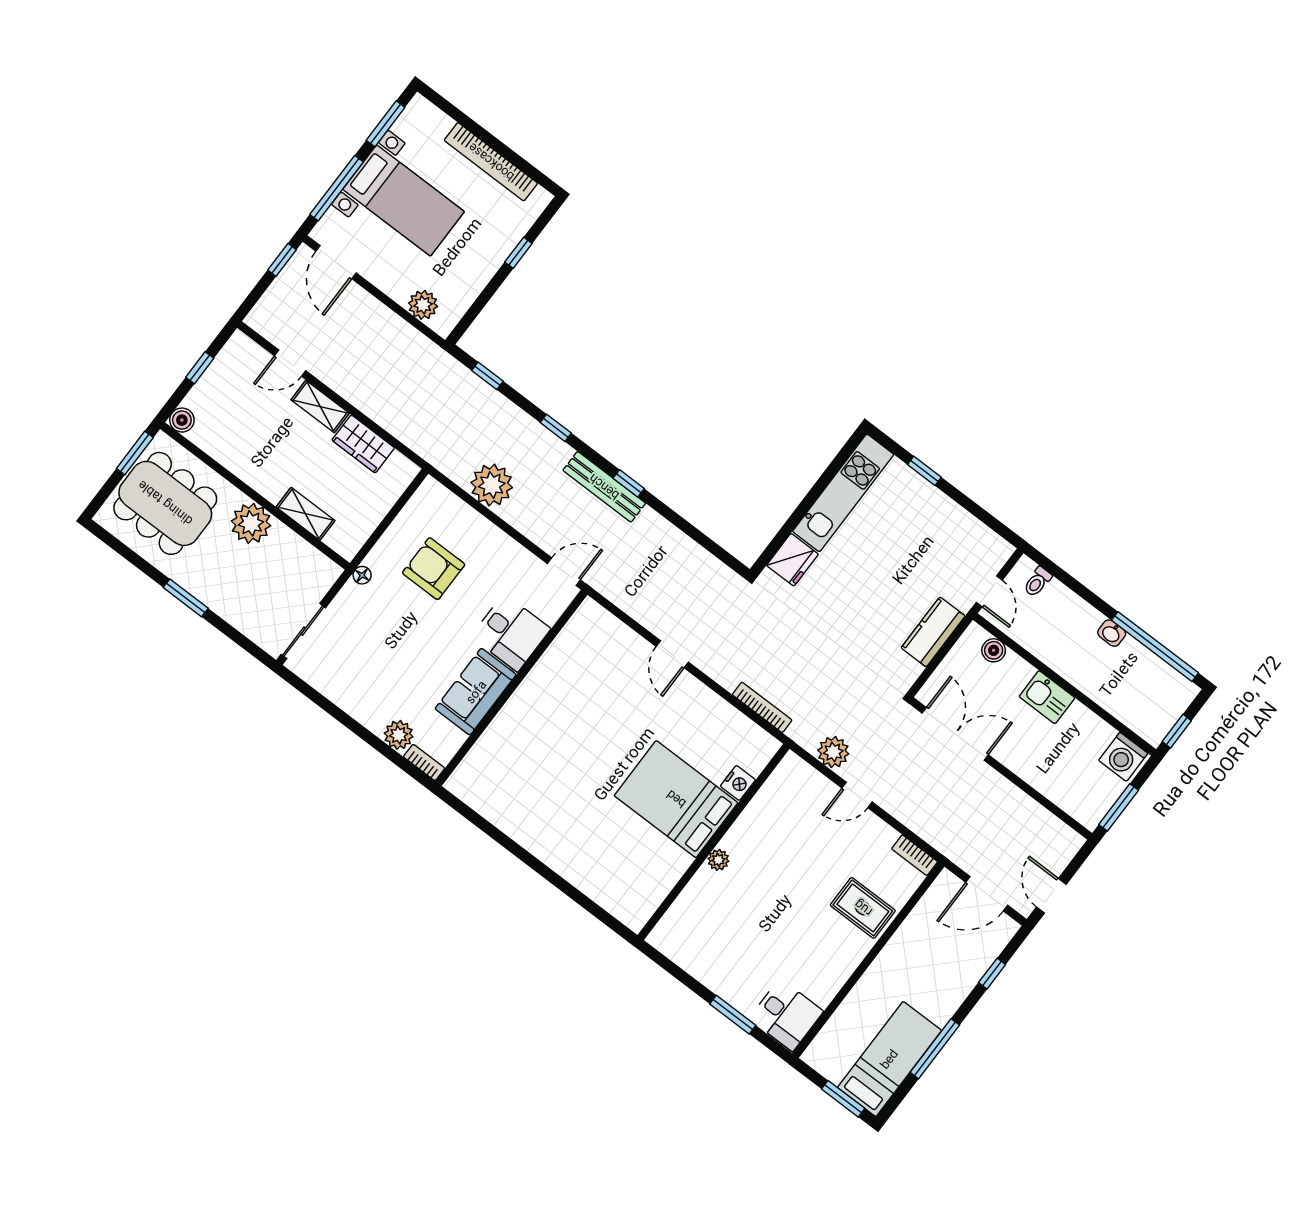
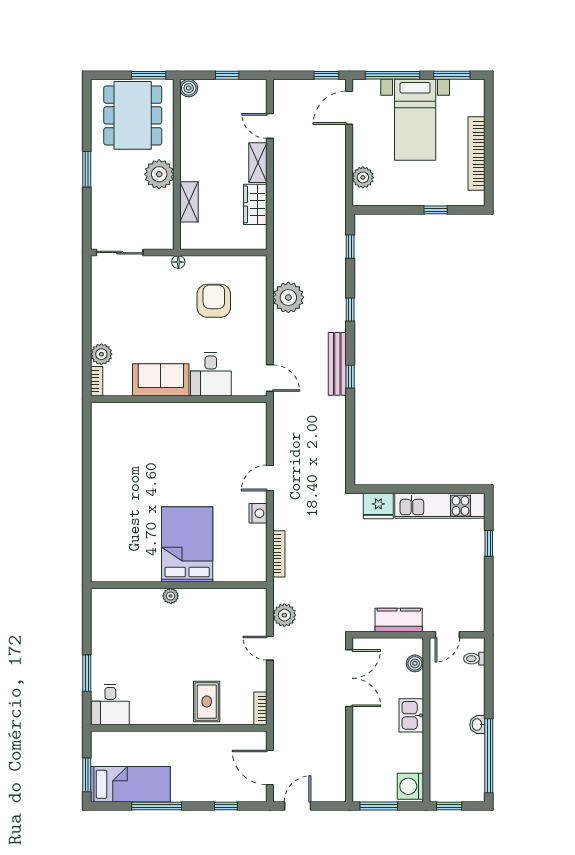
nightstand: (738, 783) -> (258, 513), moved, turned -90

